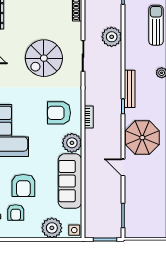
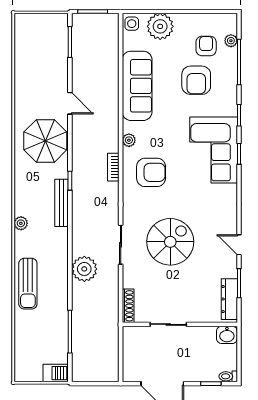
plant: (72, 143) -> (129, 140), width x0.53, depth x0.53
armchair: (23, 185) -> (196, 80), turned 180

